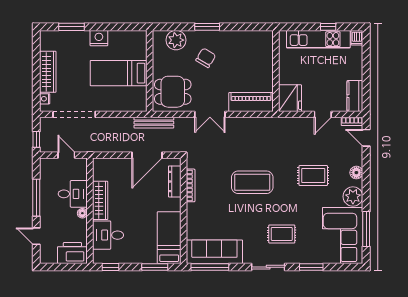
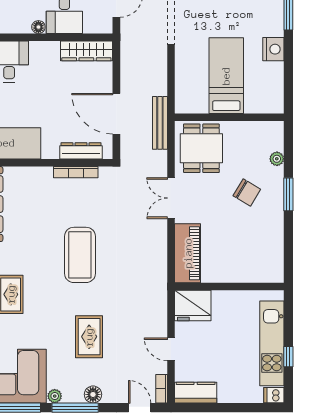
plant: (176, 40) -> (277, 159), width x0.53, depth x0.53
door: (366, 138) -> (140, 408), hinge flipped
window: (366, 186) -> (75, 408), added
plant: (353, 197) -> (55, 396), width x0.53, depth x0.53
wardrobe: (100, 200) -> (86, 51), moved

